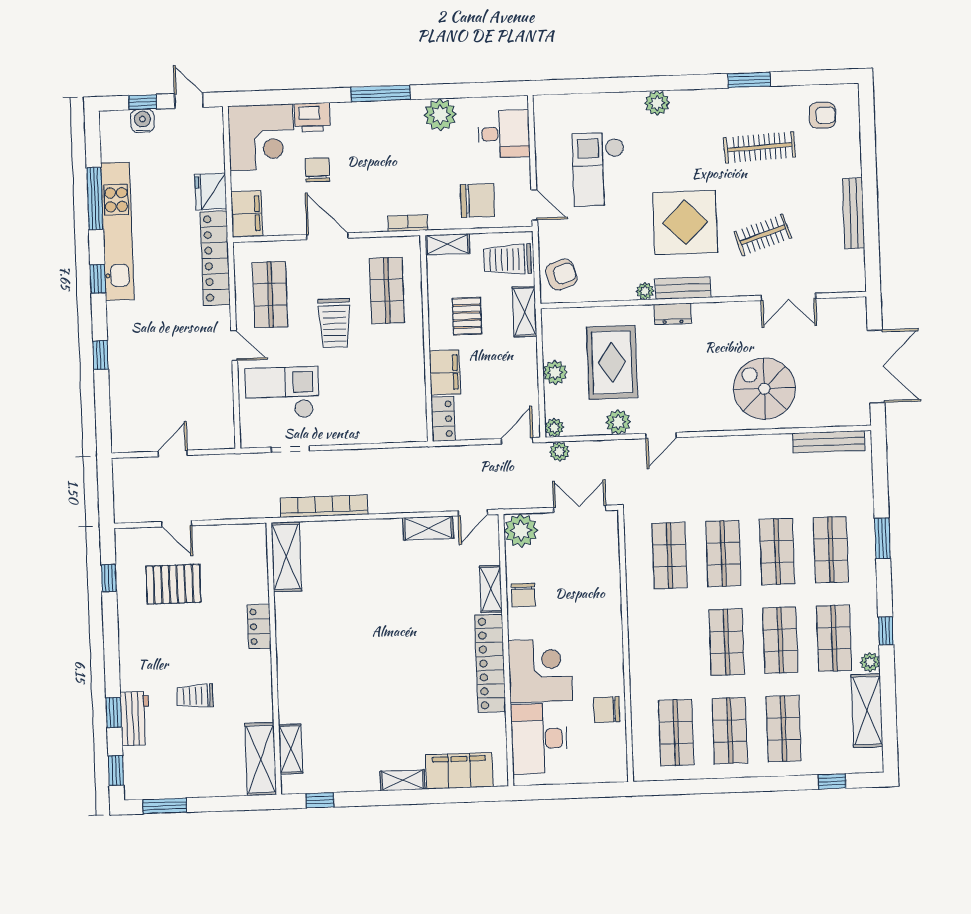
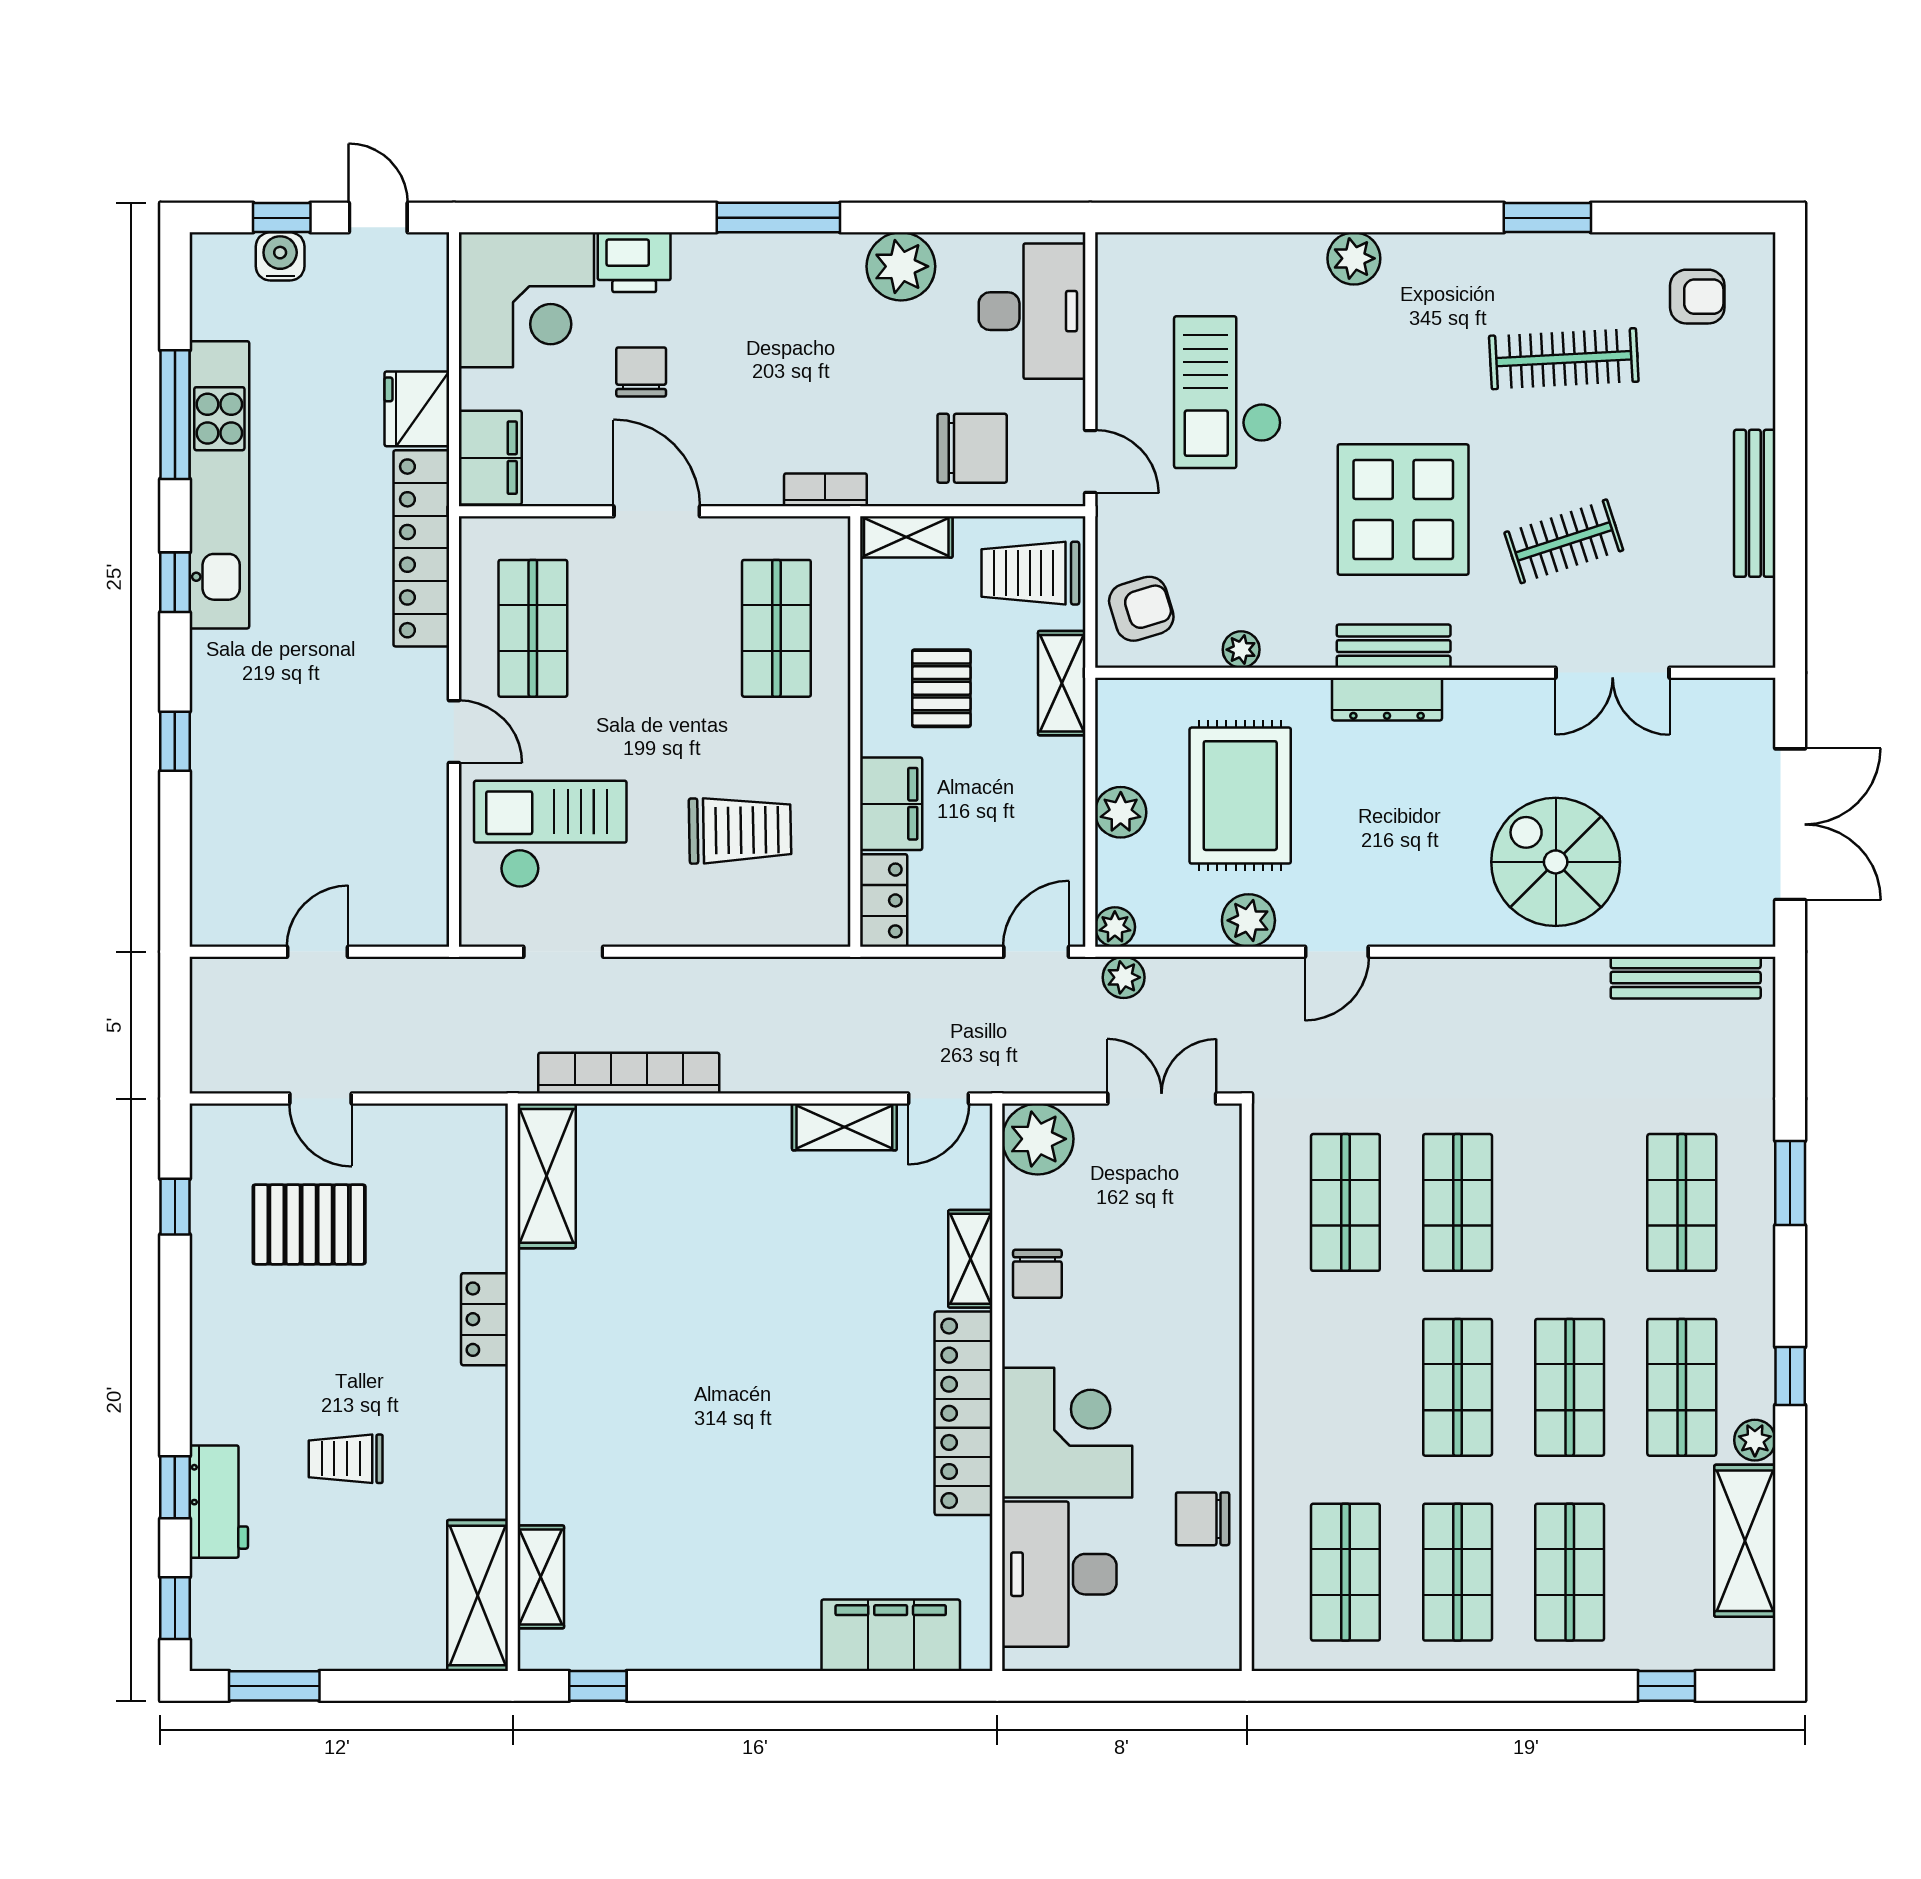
desk: (504, 134) -> (1032, 311), width x1.37
plant: (645, 291) -> (1241, 650), moved
dresser: (673, 314) -> (1387, 699), width x1.44
trolley: (334, 323) -> (740, 830), moved, turned -91
shop shelf: (777, 552) -> (1570, 1202), removed
shelving: (403, 780) -> (772, 1650), removed

